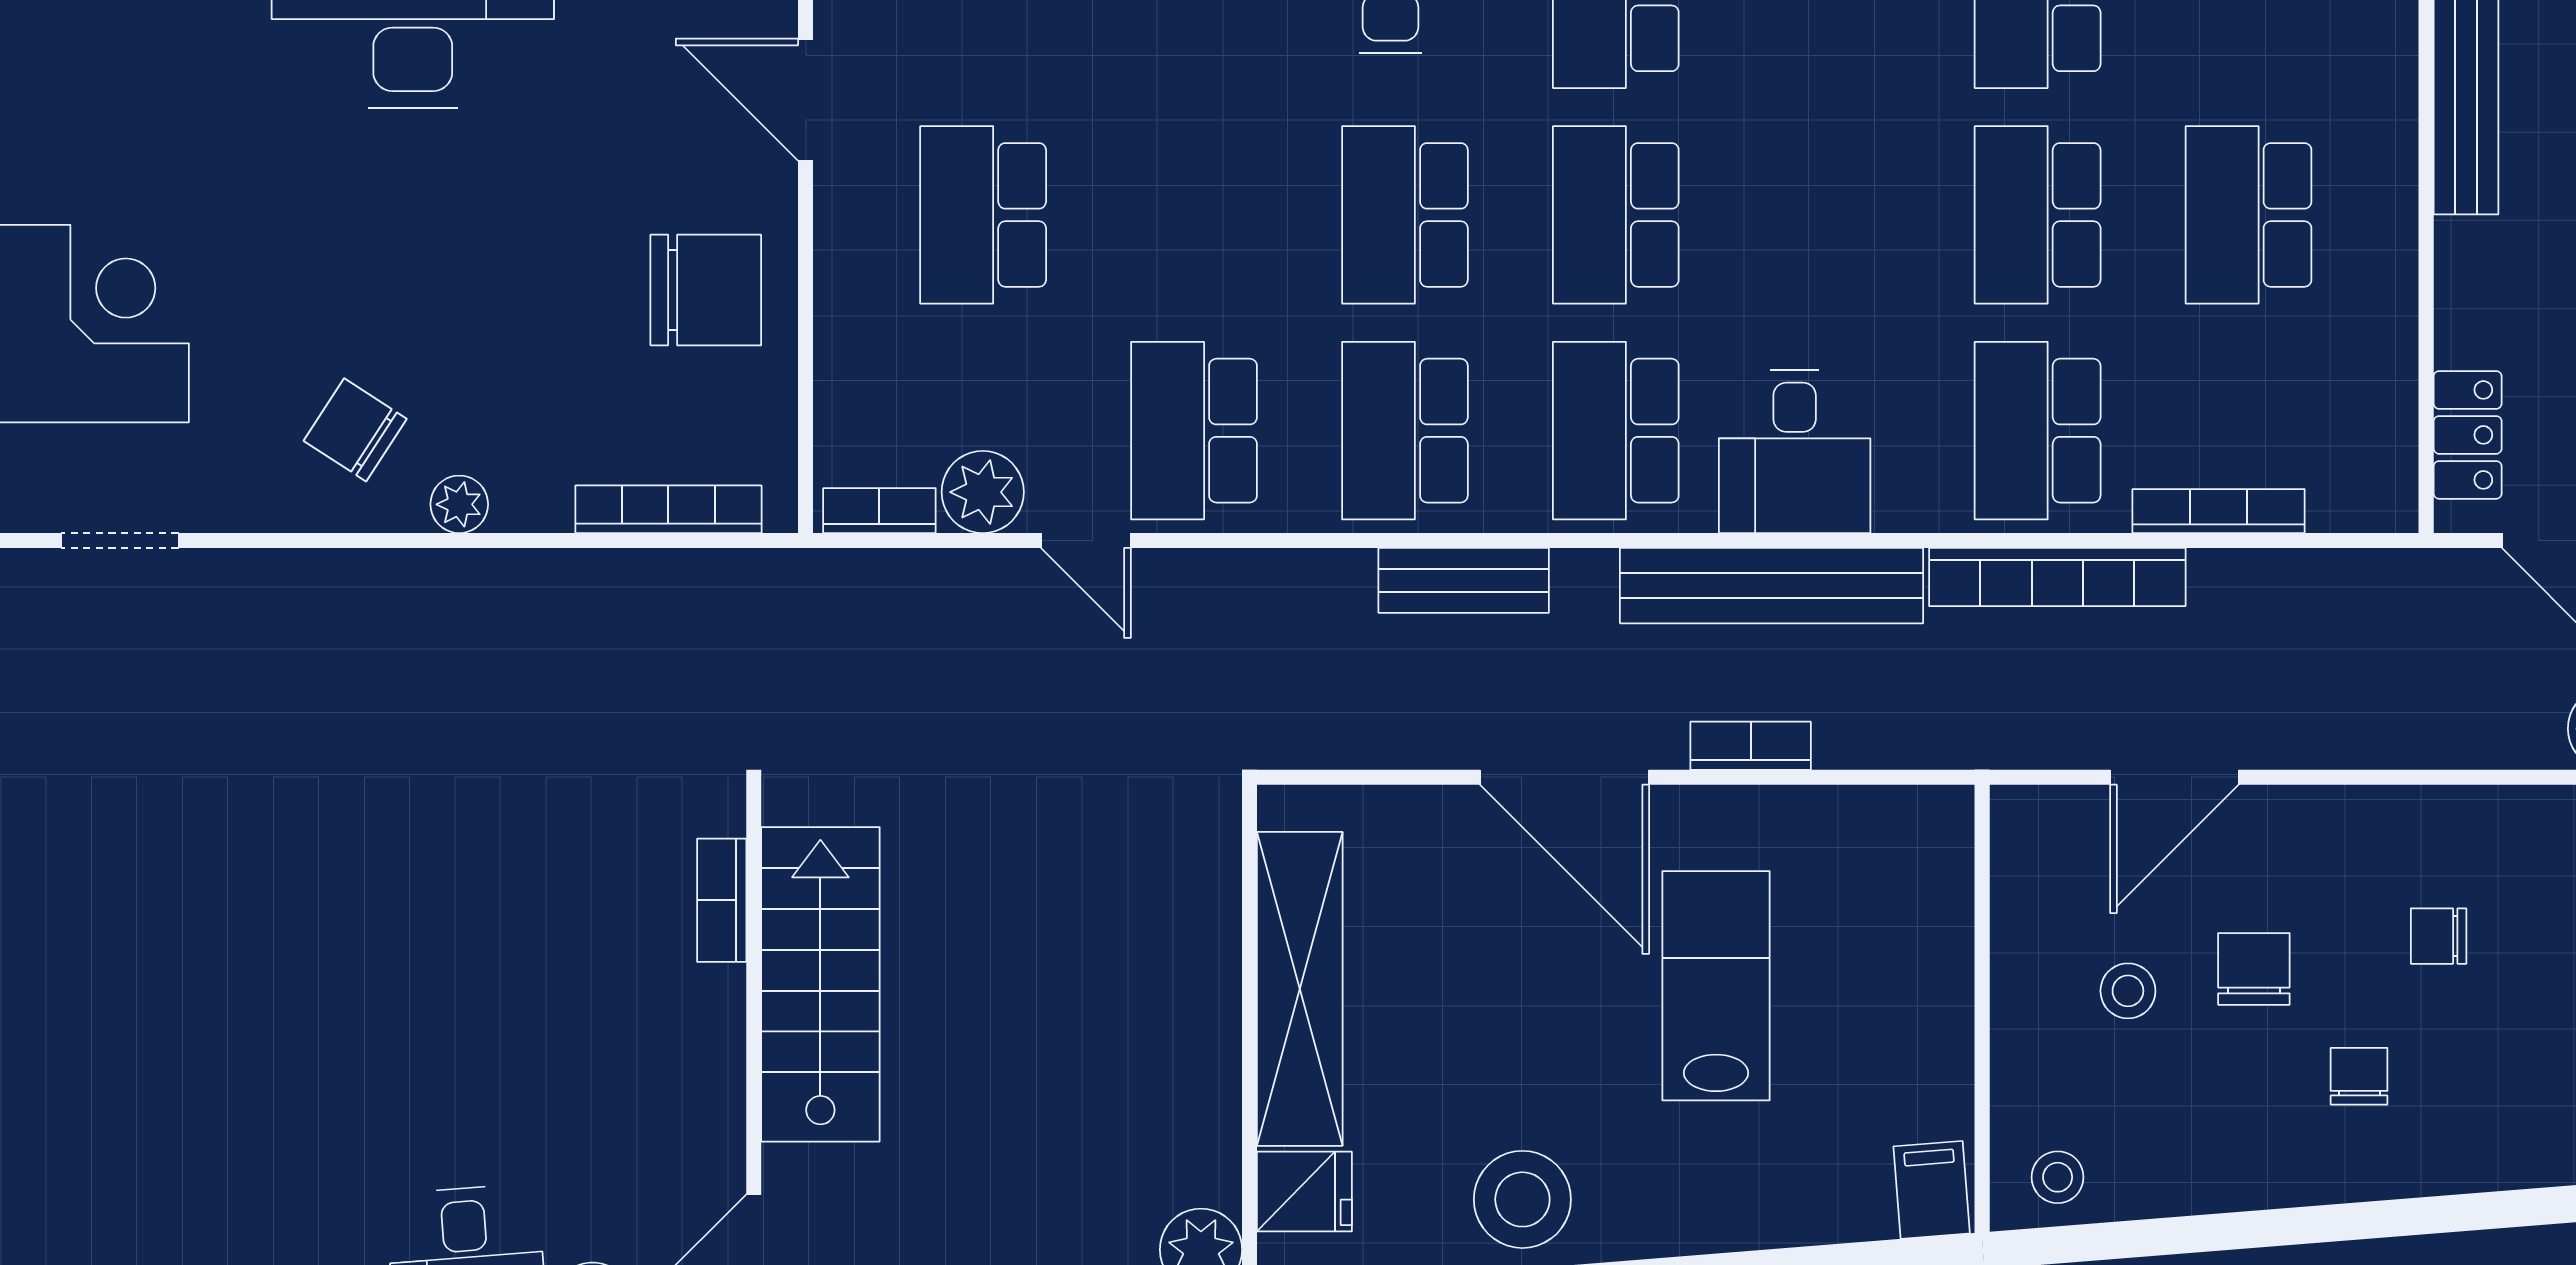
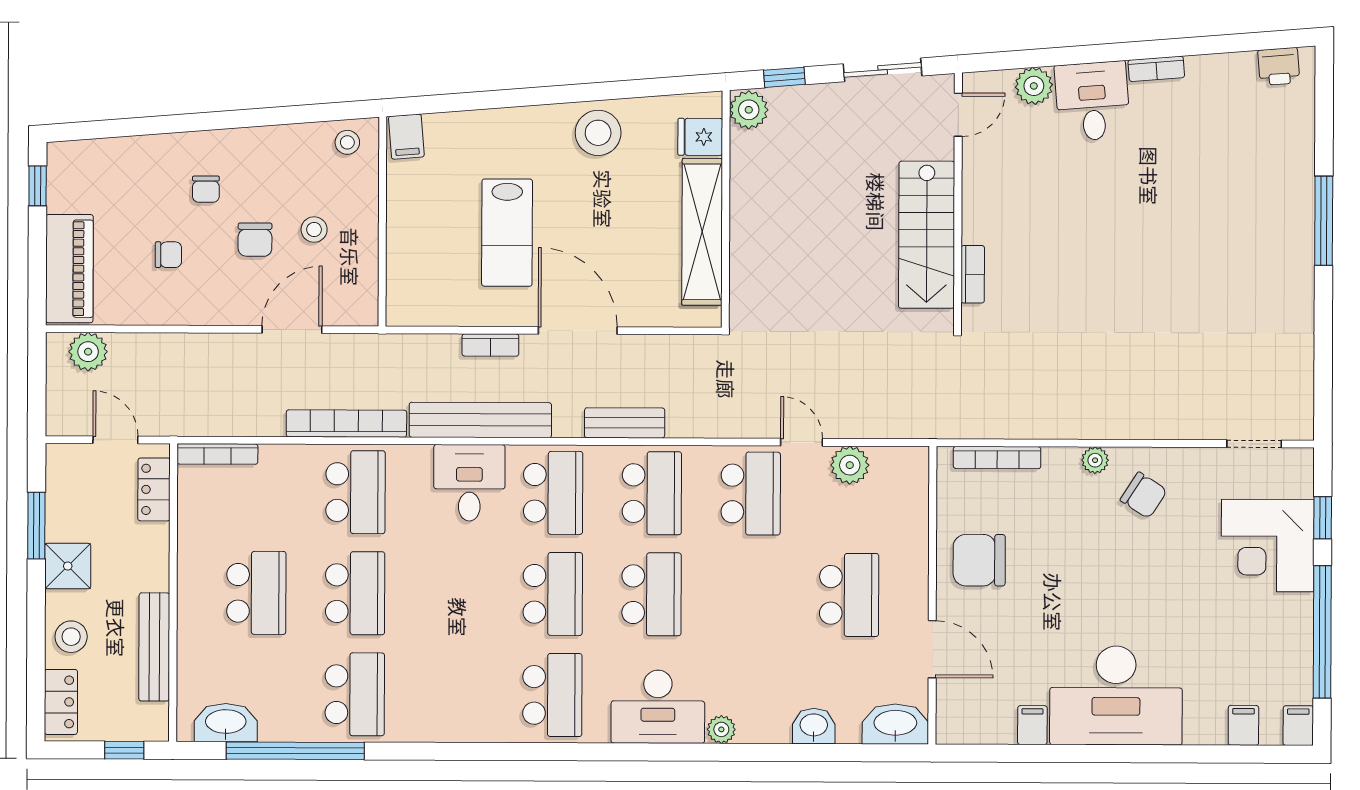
bookcase: (879, 511) -> (898, 457), removed
bookcase: (2219, 511) -> (217, 454), moved

